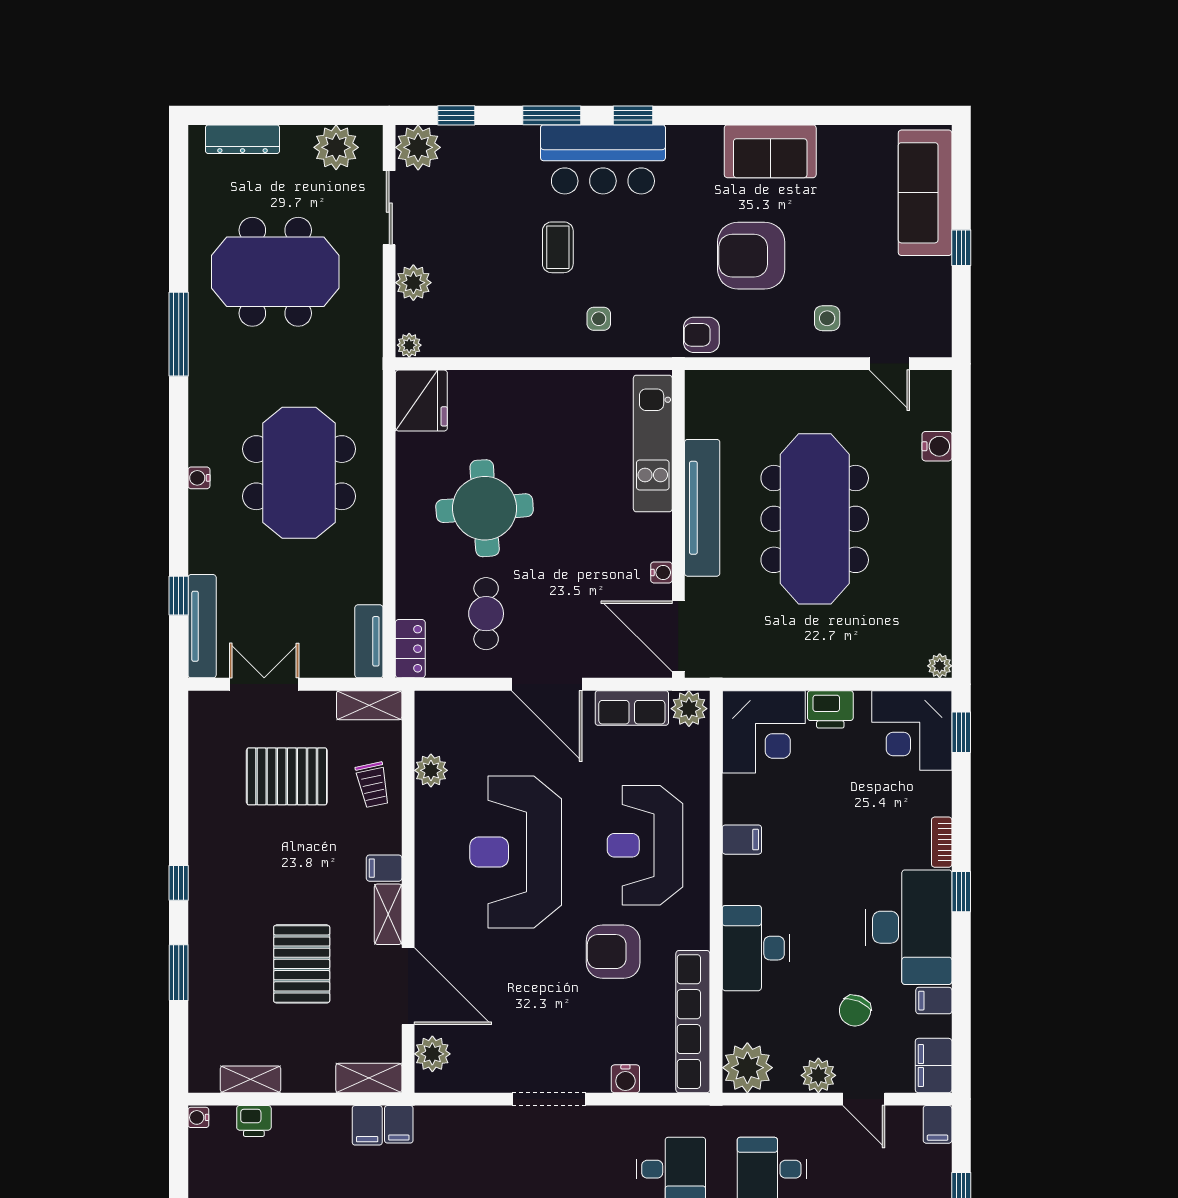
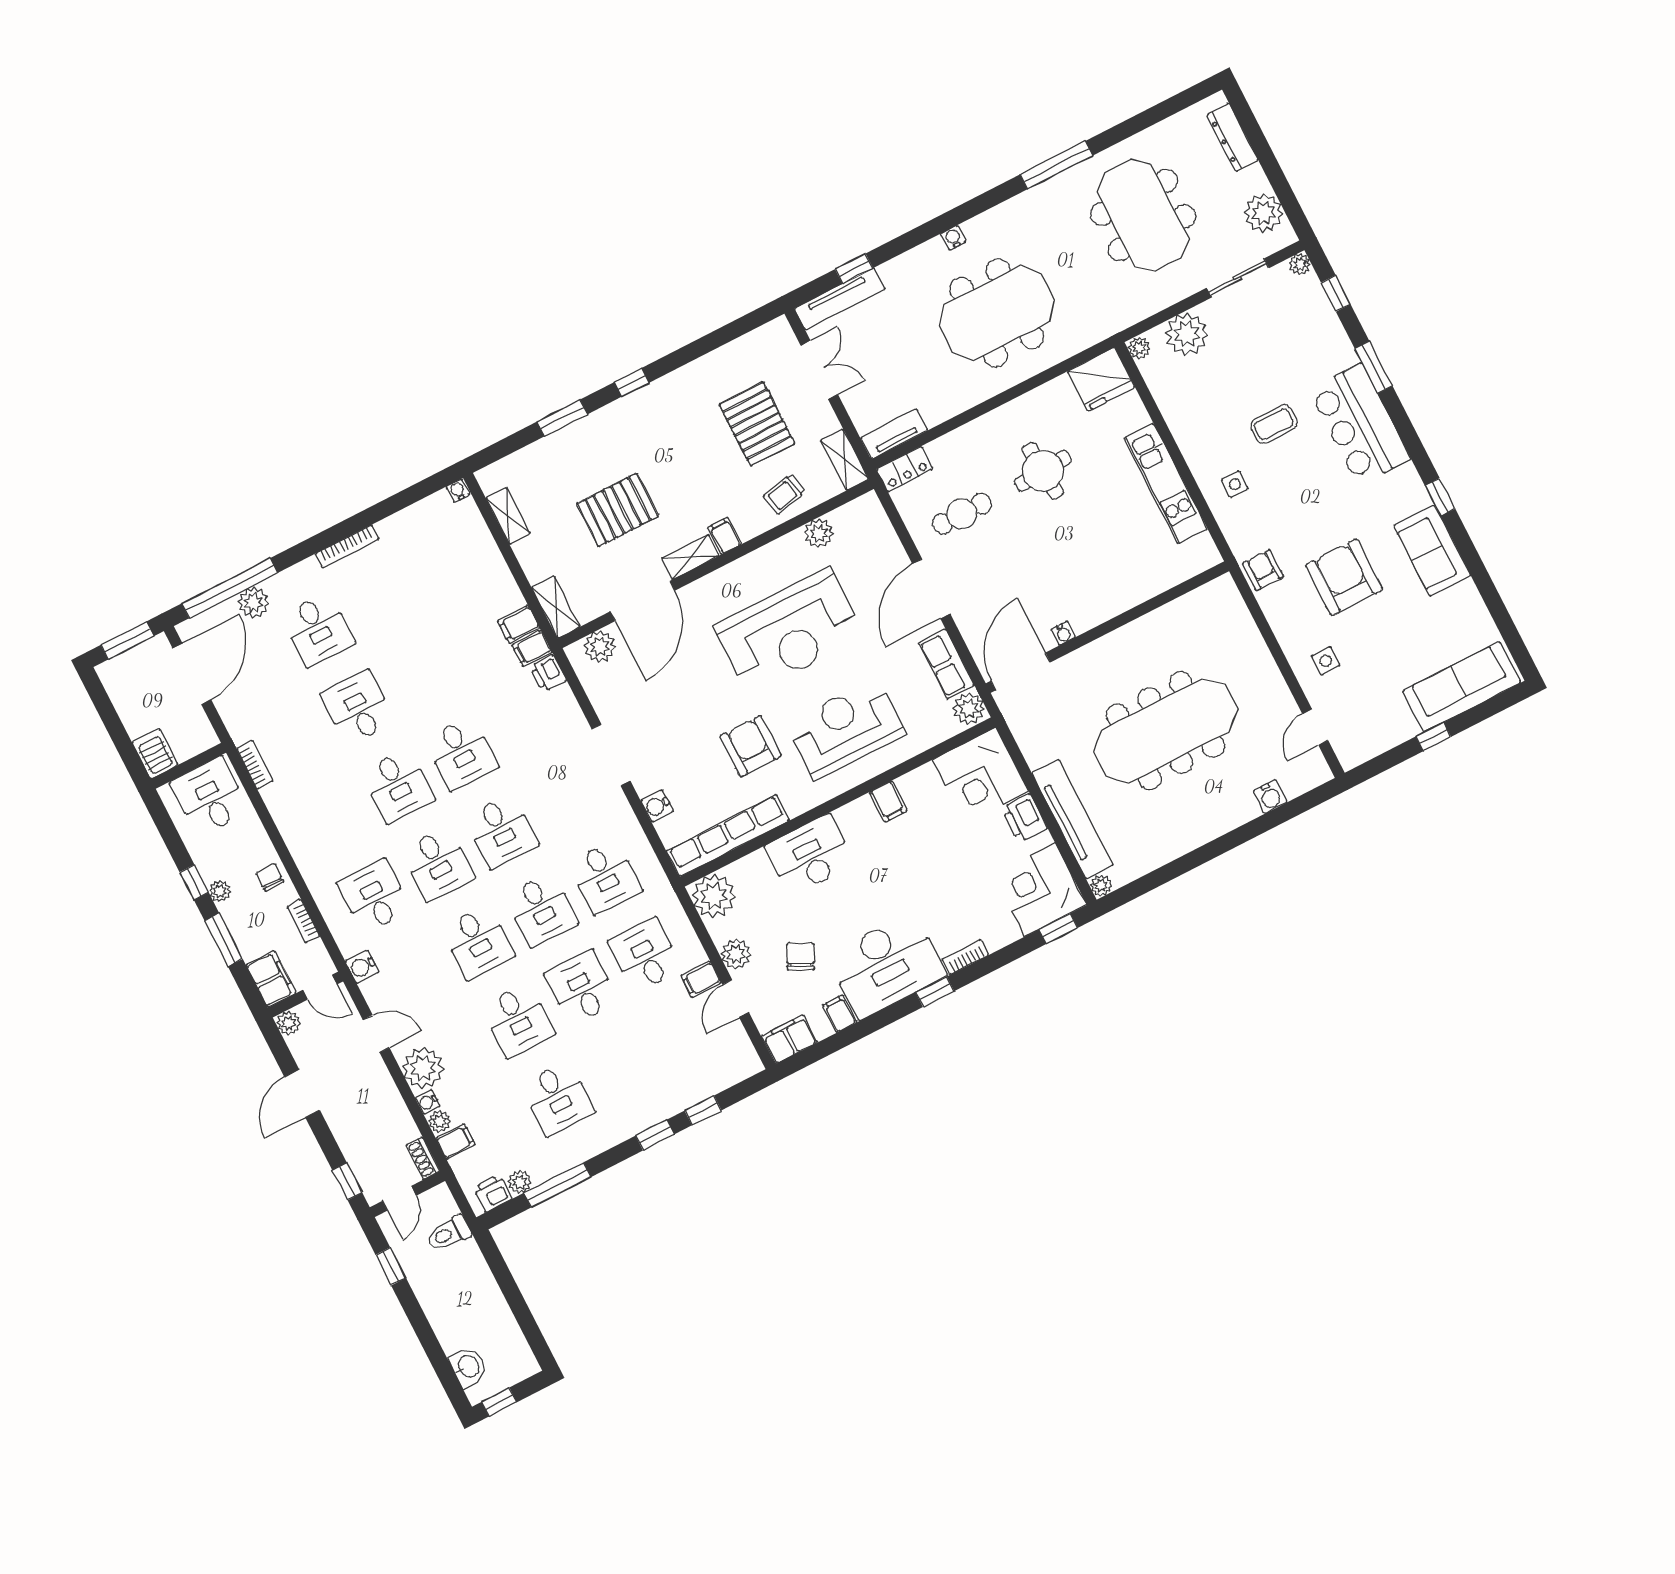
window: (633, 115) -> (1440, 497), moved
plant: (418, 147) -> (1300, 264), width x0.53, depth x0.53
plant: (413, 283) -> (1187, 334), width x1.36, depth x1.36
kitchen unit: (653, 444) -> (1166, 484), moved, turned -90
round table: (485, 508) -> (1043, 471), width x0.73, depth x0.73
tv unit: (702, 508) -> (1072, 819), moved, turned -90
reception desk: (516, 852) -> (789, 631), turned 180
chair: (855, 1011) -> (801, 957), turned 94
printer: (254, 1121) -> (548, 673), moved
filing cabinet: (938, 1124) -> (701, 979), moved

